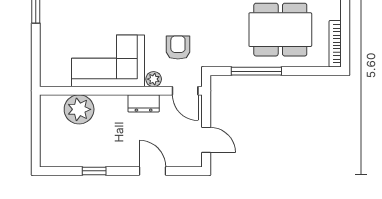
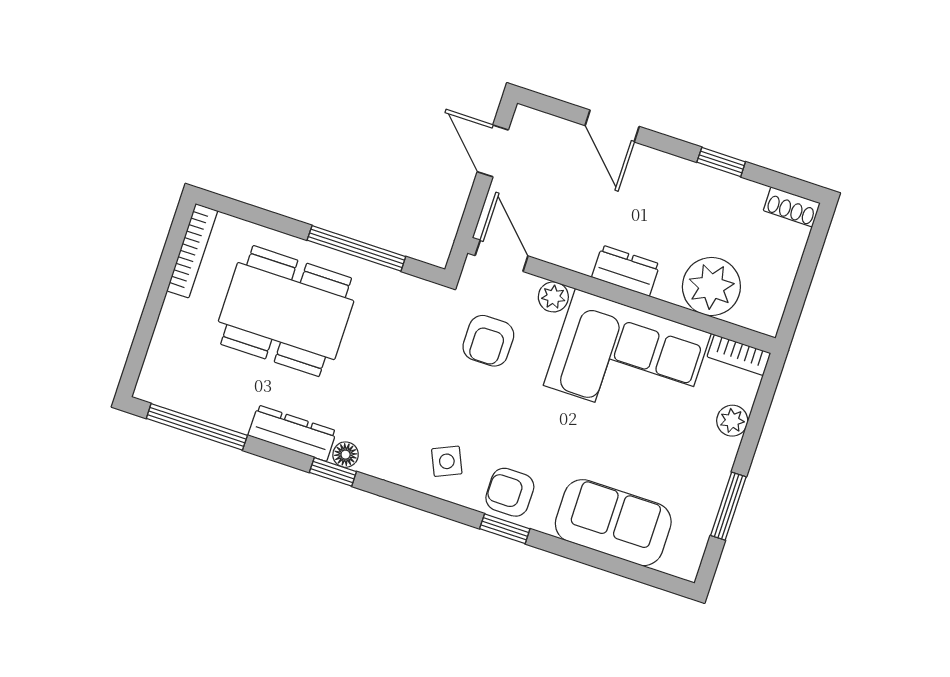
plant: (48, 48) -> (732, 421), added
bookcase: (55, 81) -> (739, 355), added
dresser: (144, 103) -> (626, 271), moved
shoe rack: (53, 161) -> (792, 207), added

